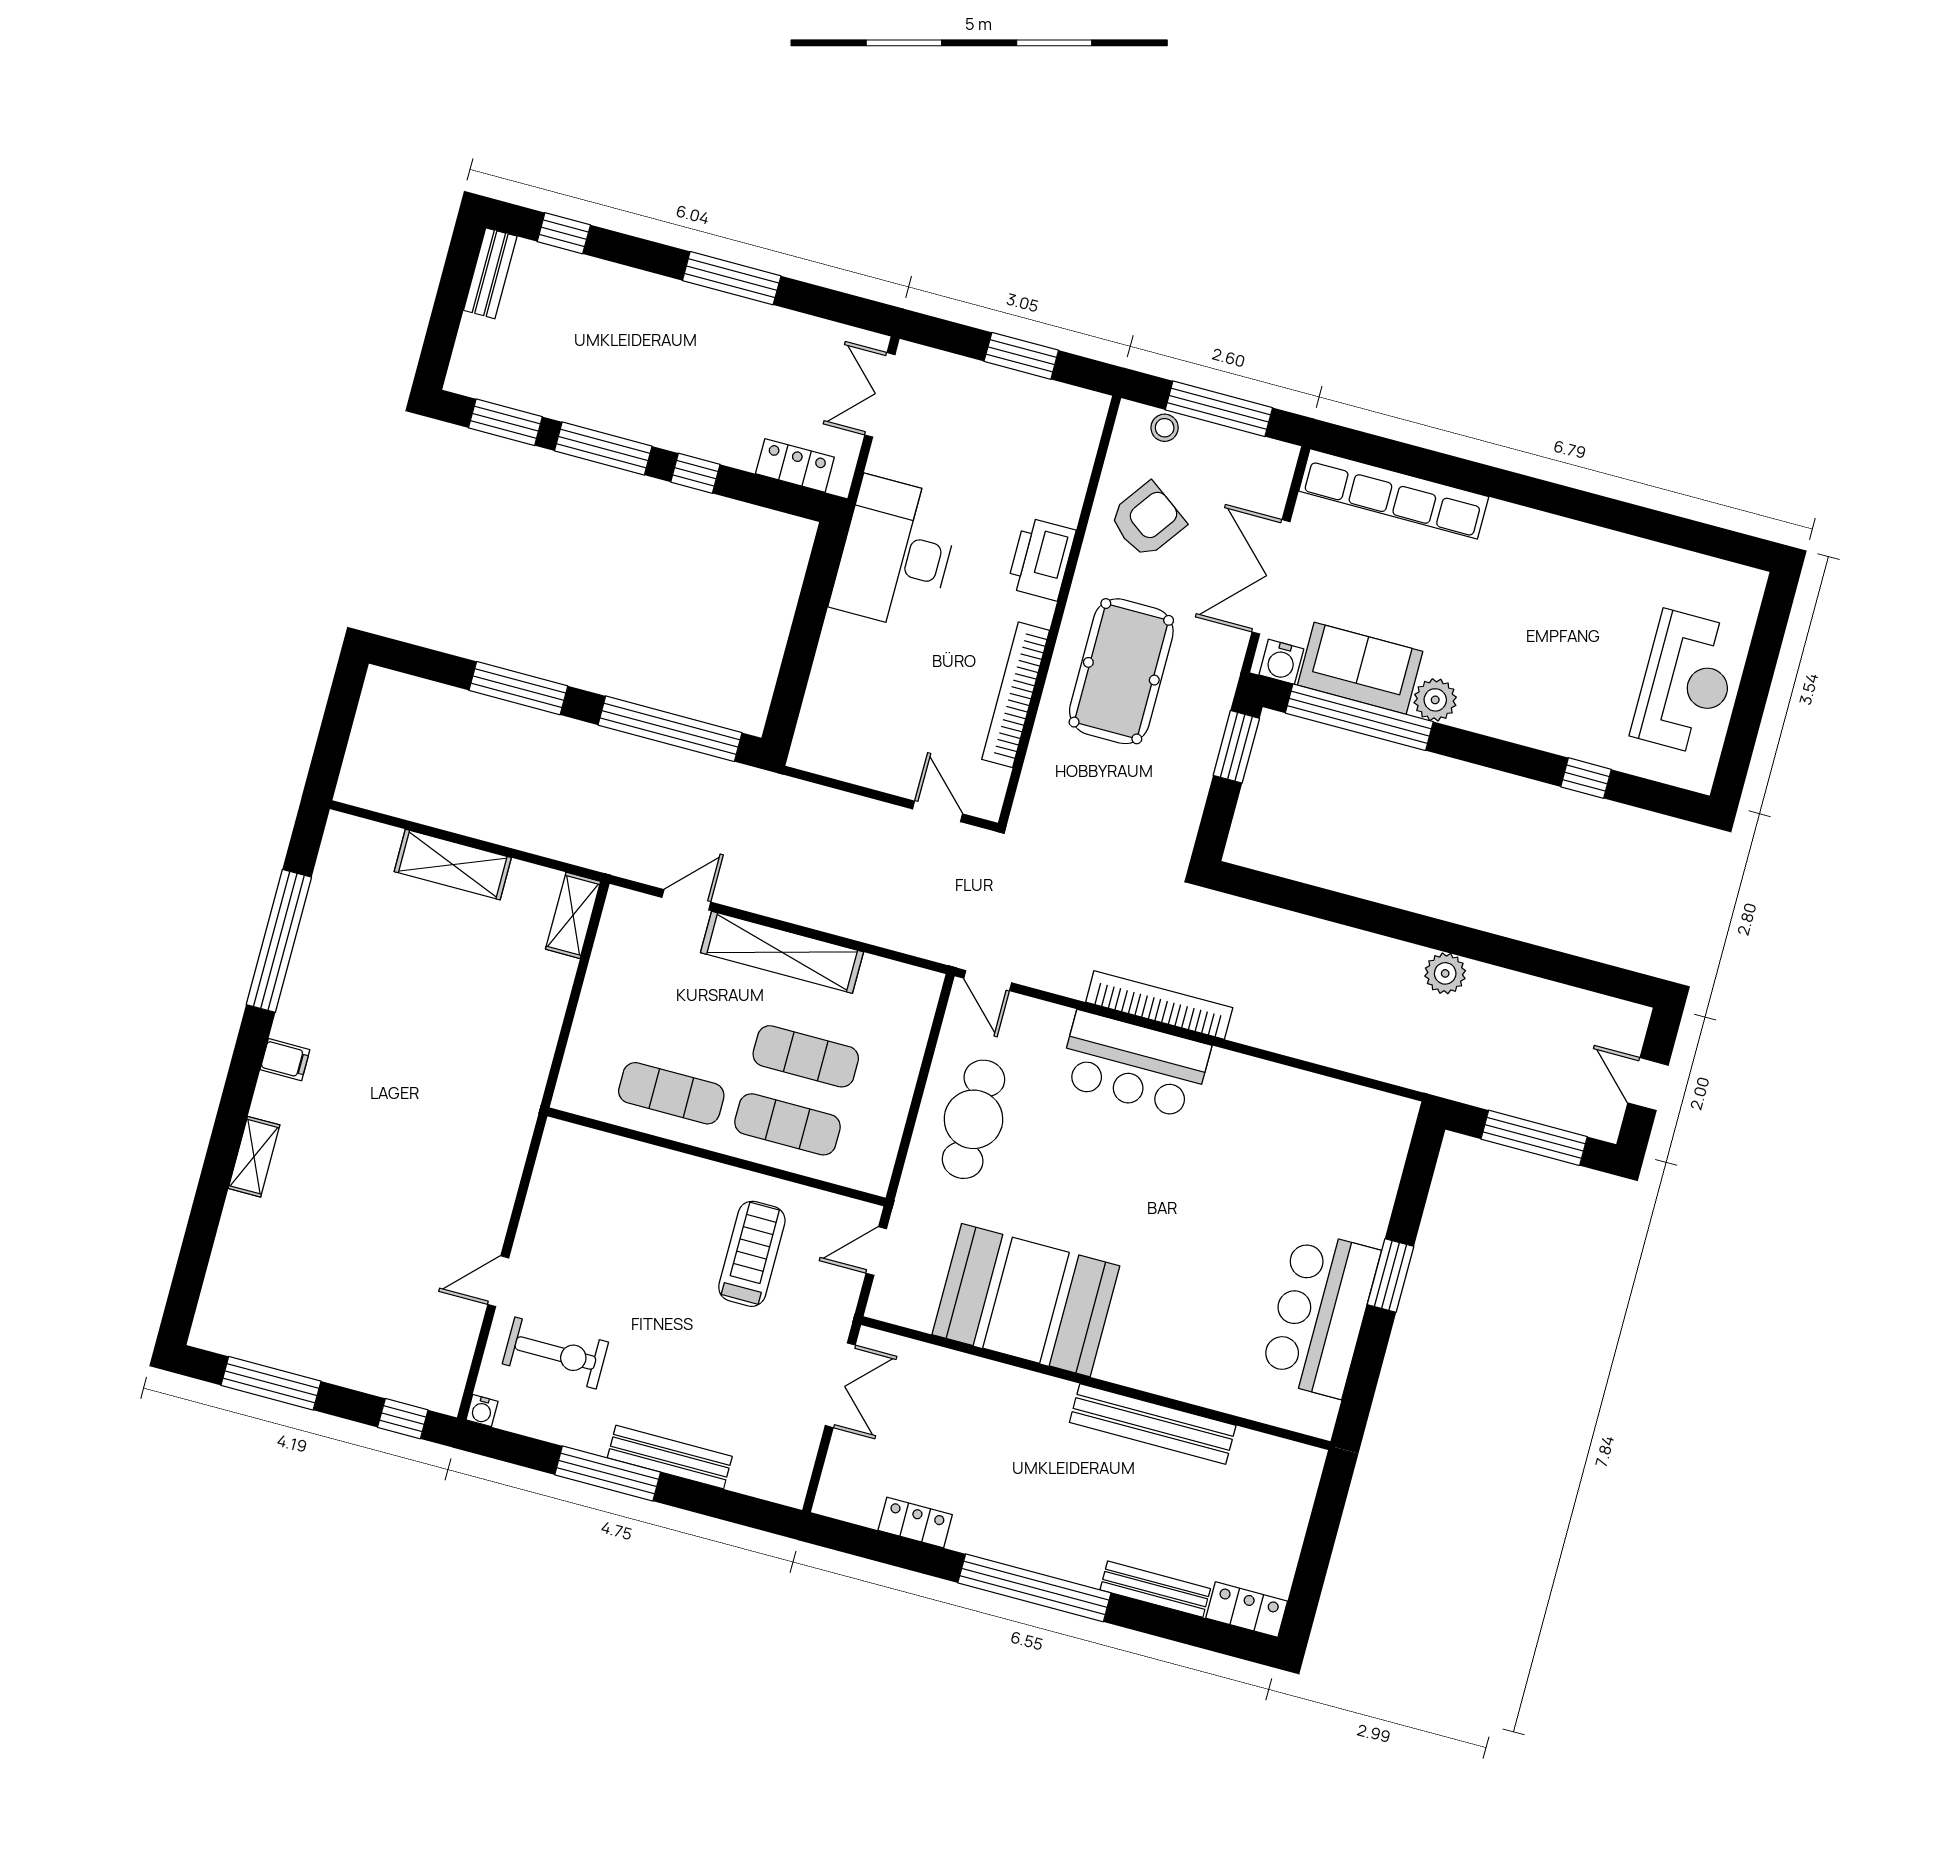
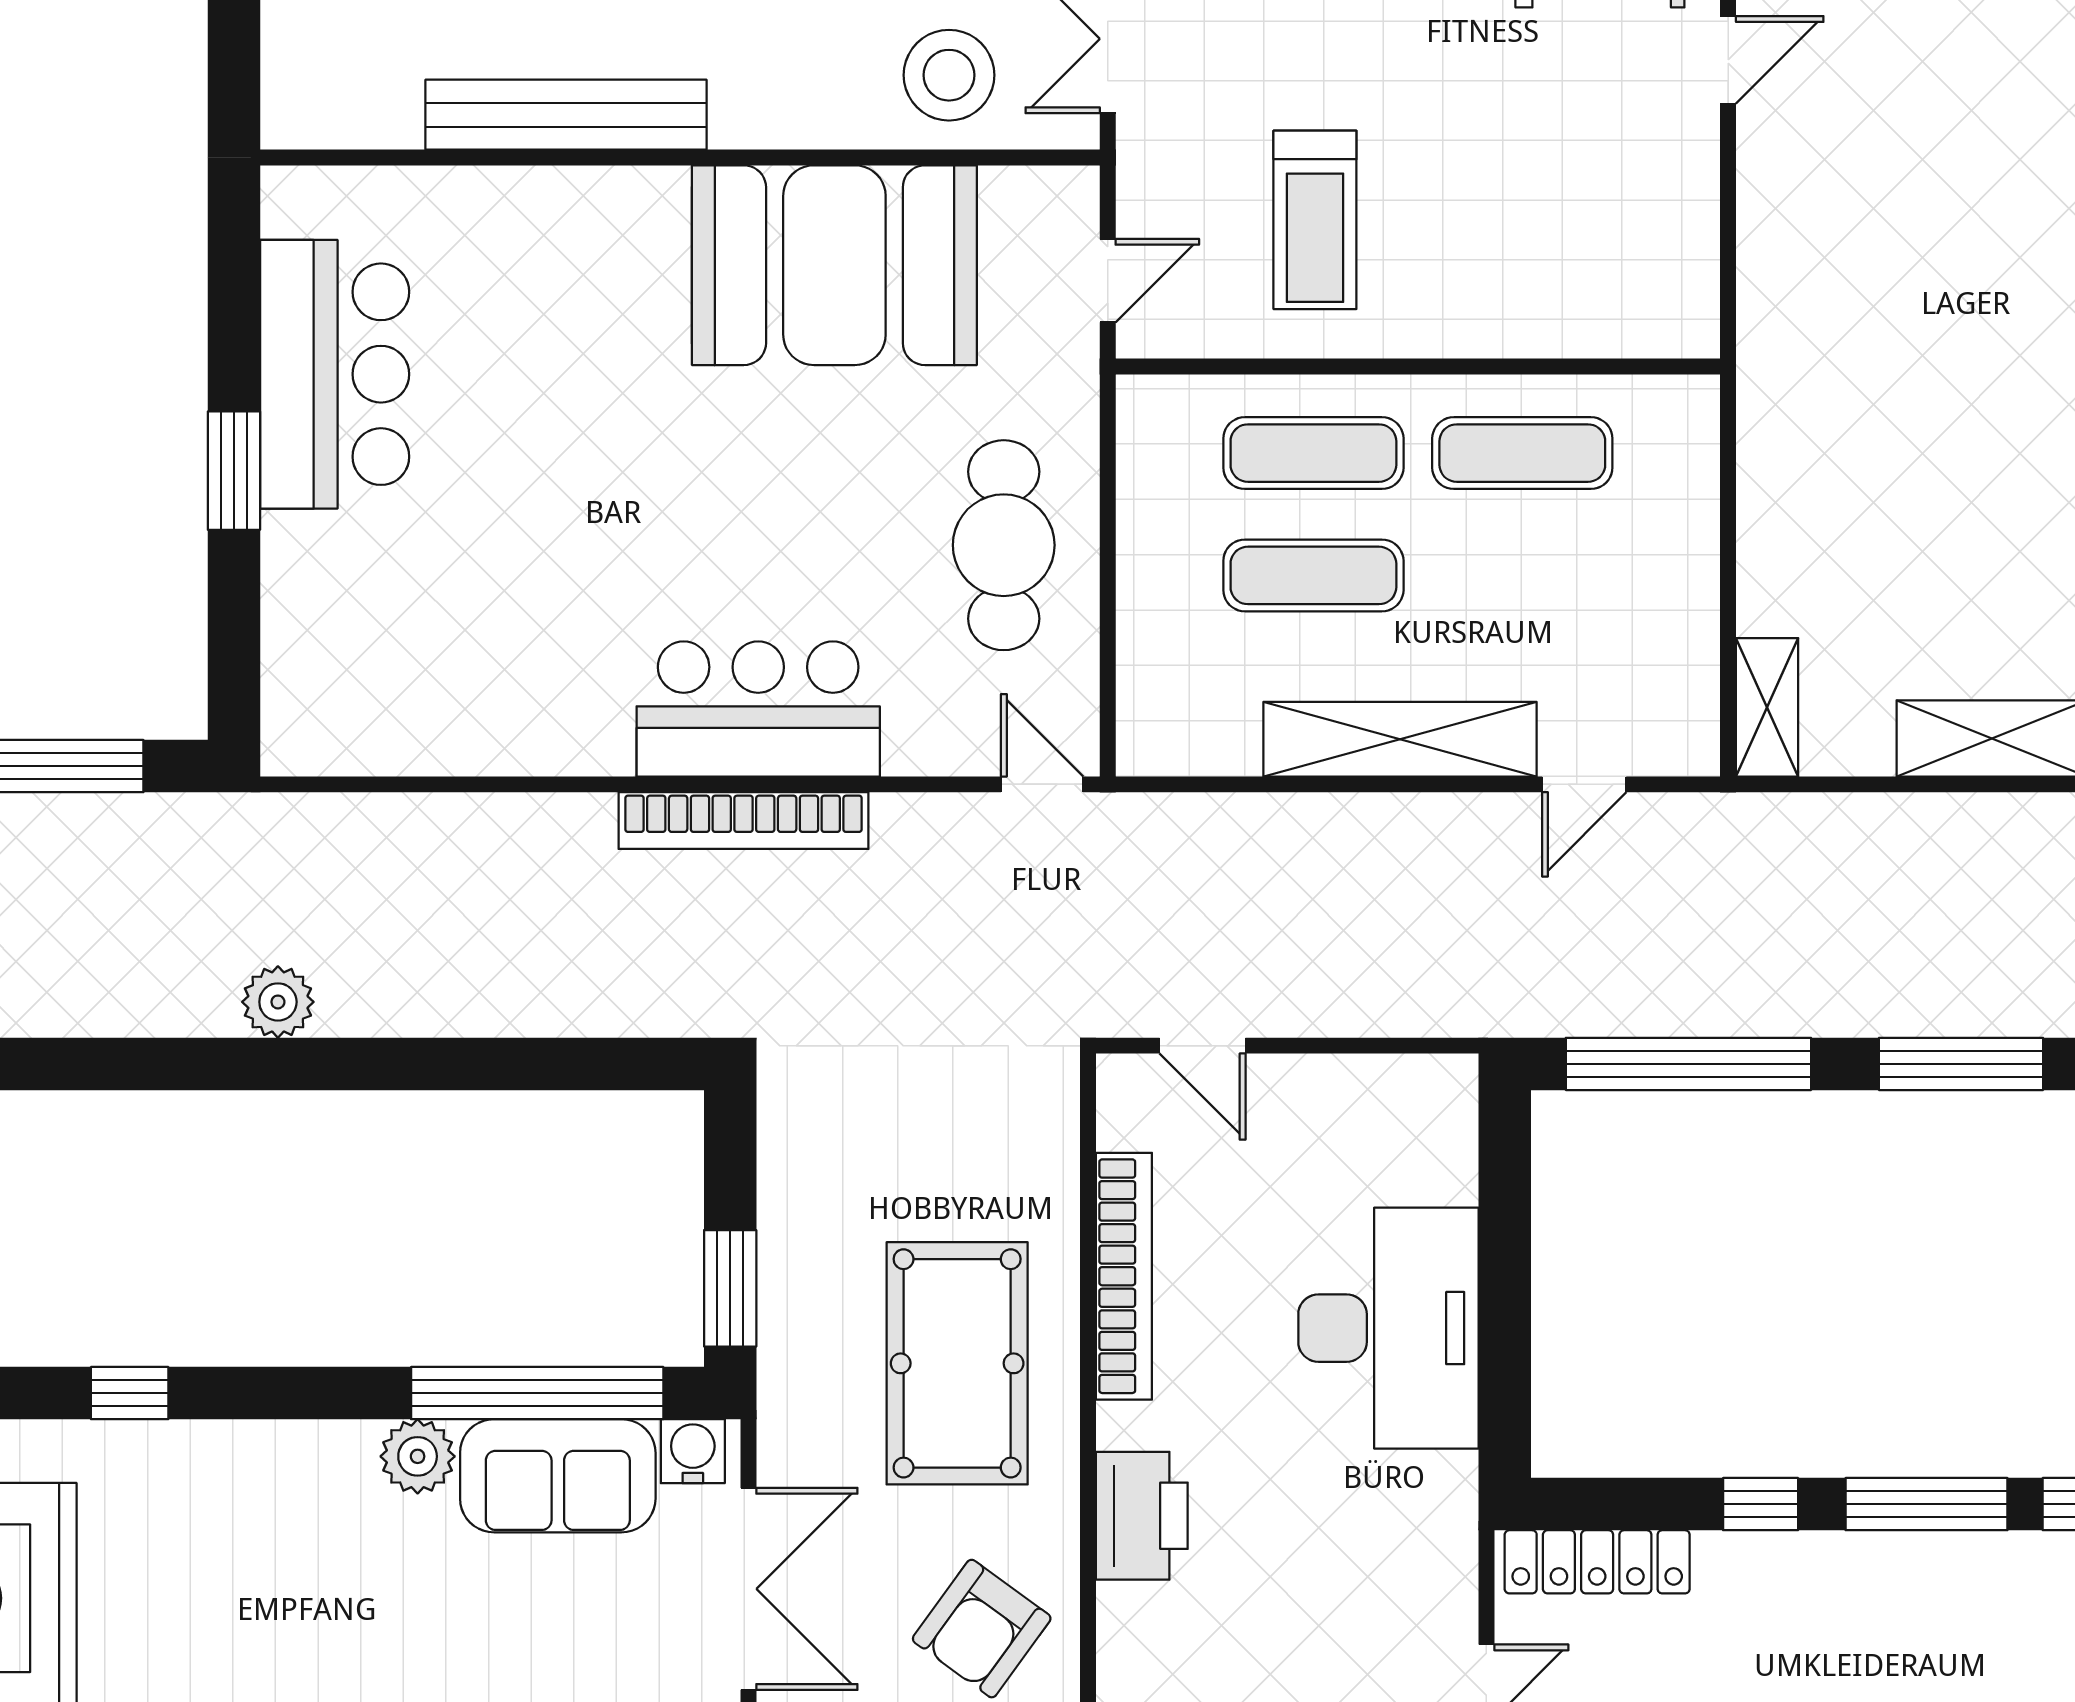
locker: (795, 465) -> (1597, 1562), width x1.53
desk: (896, 553) -> (1388, 1328), moved
stool: (934, 1389) -> (949, 75), added

